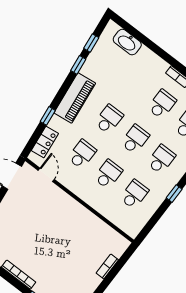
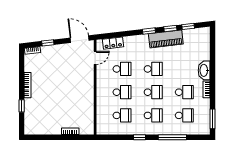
washbasin: (127, 42) -> (204, 70), moved
piano: (75, 98) -> (166, 39), moved
window: (48, 116) -> (149, 31), moved

